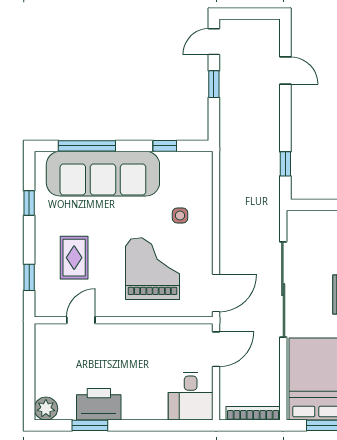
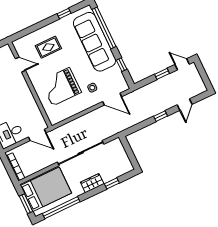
window: (87, 146) -> (104, 28), width x1.46
window: (285, 164) -> (161, 116), moved
grand piano: (153, 269) -> (61, 87), turned 180
window: (29, 277) -> (29, 30), removed
door: (216, 293) -> (112, 99), moved

